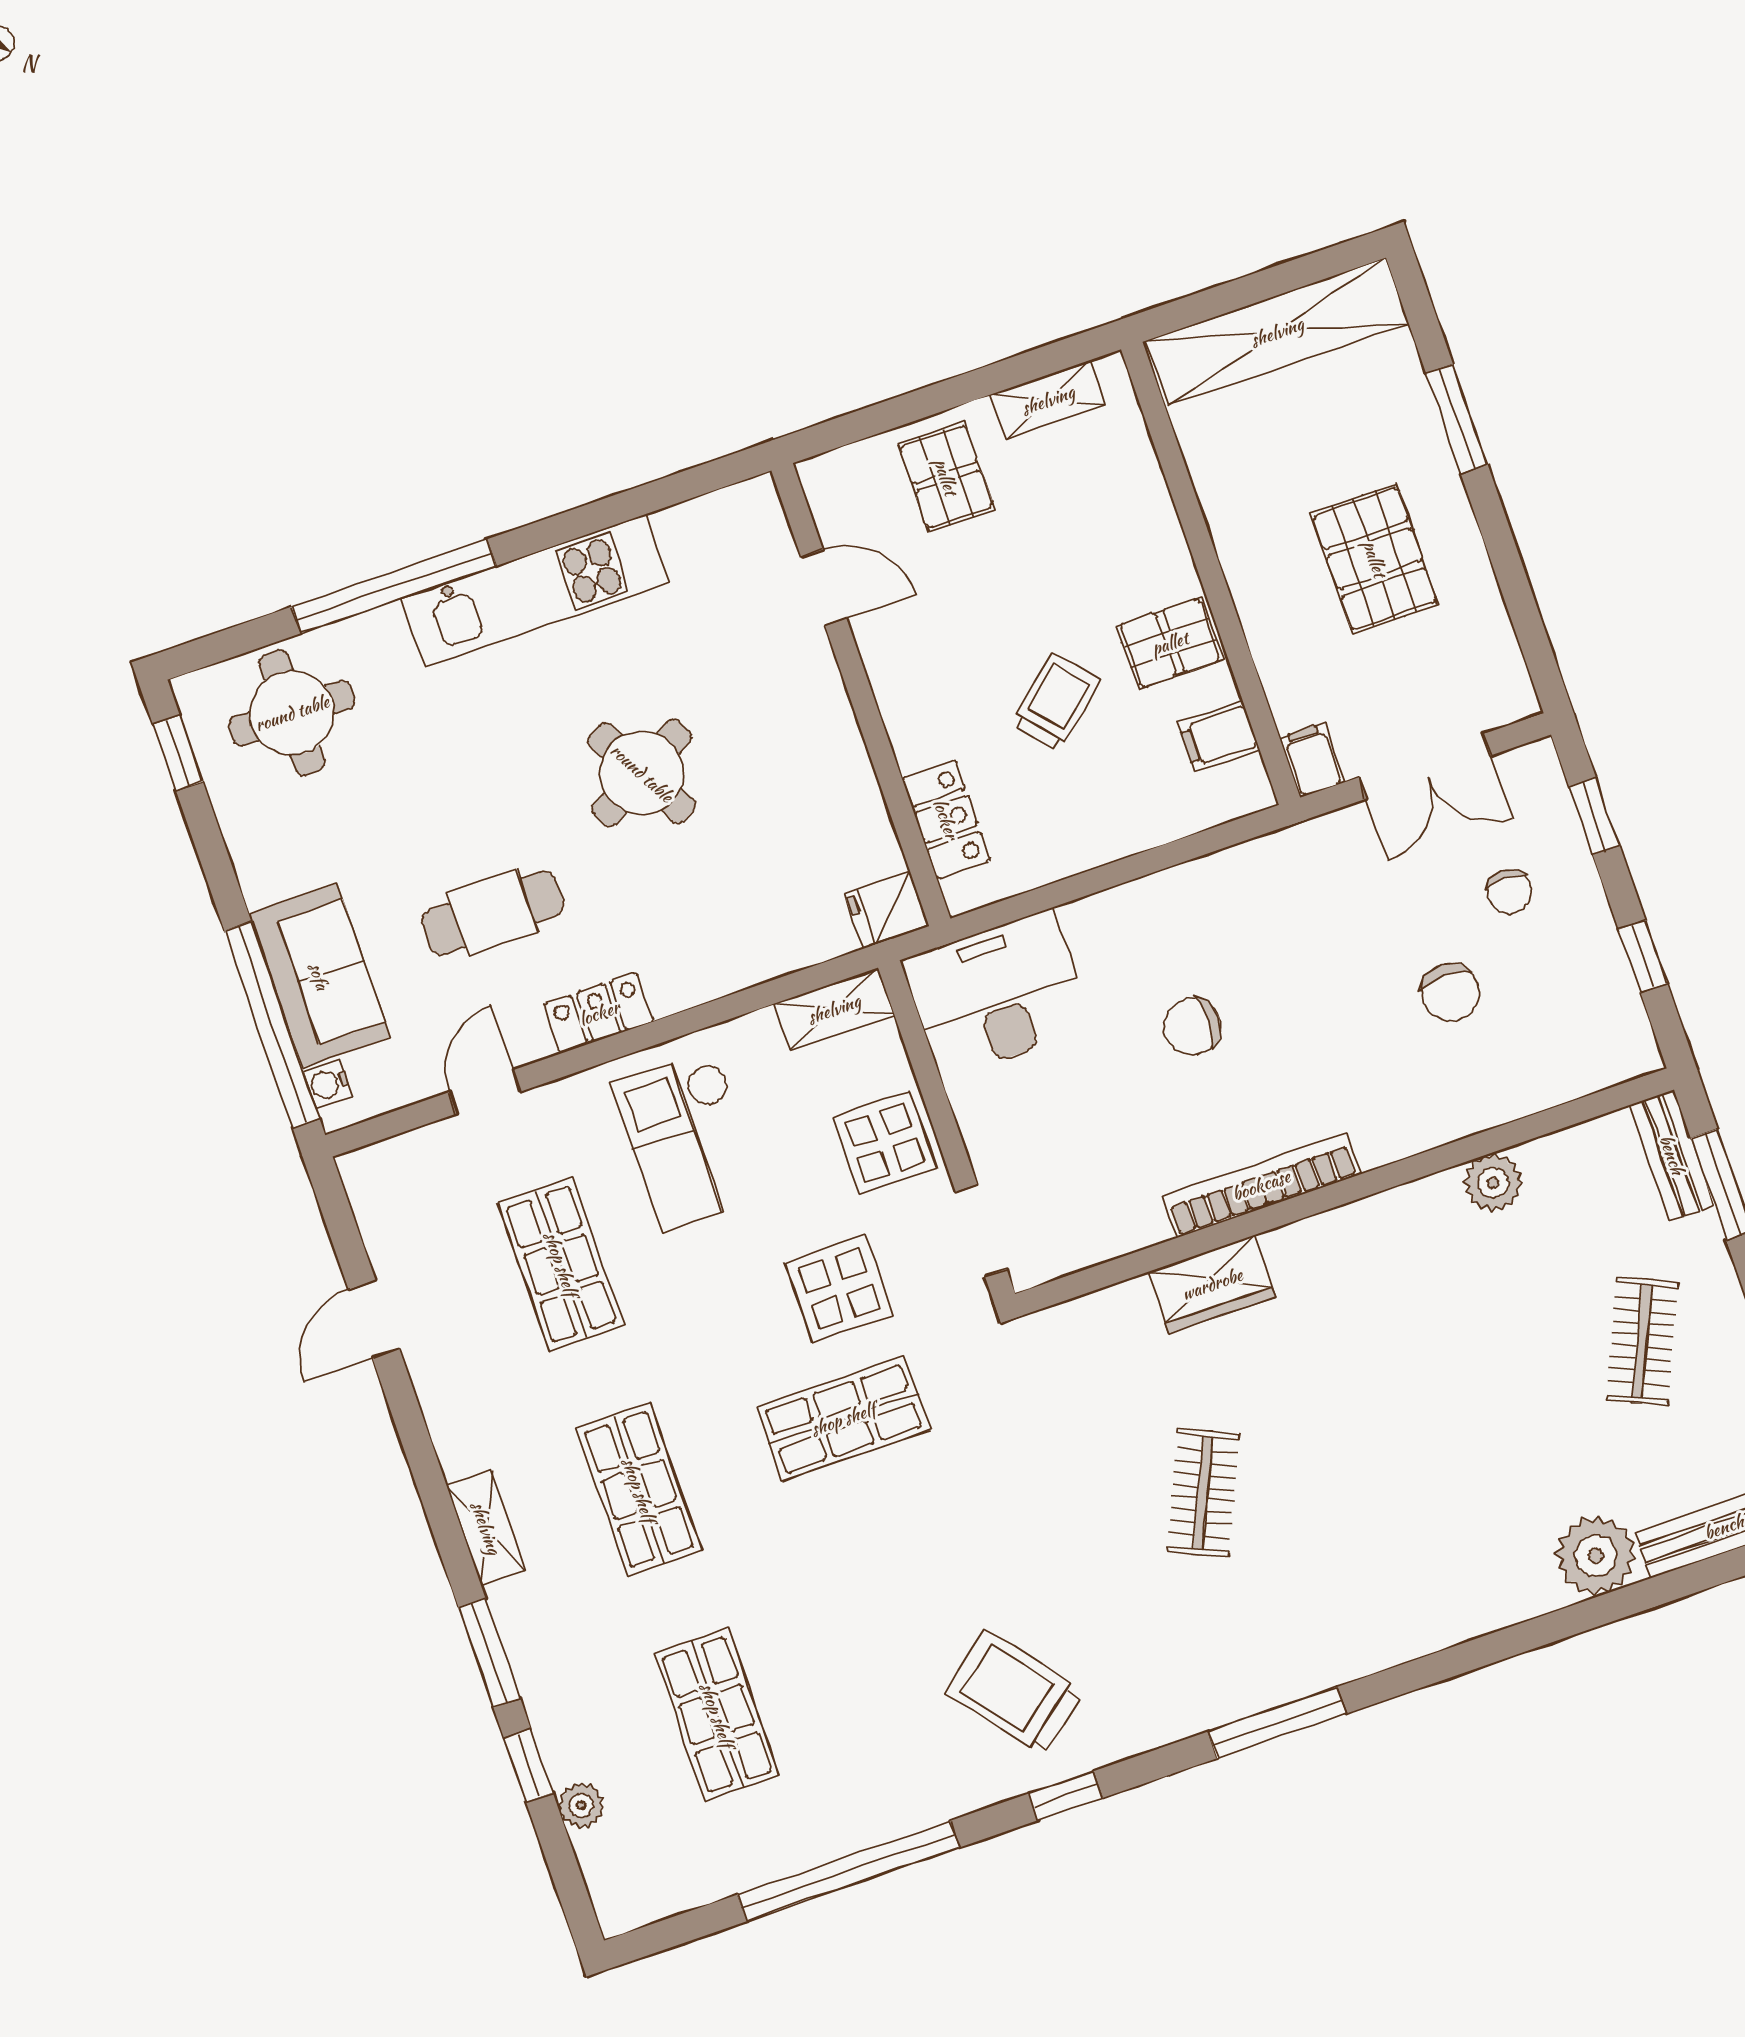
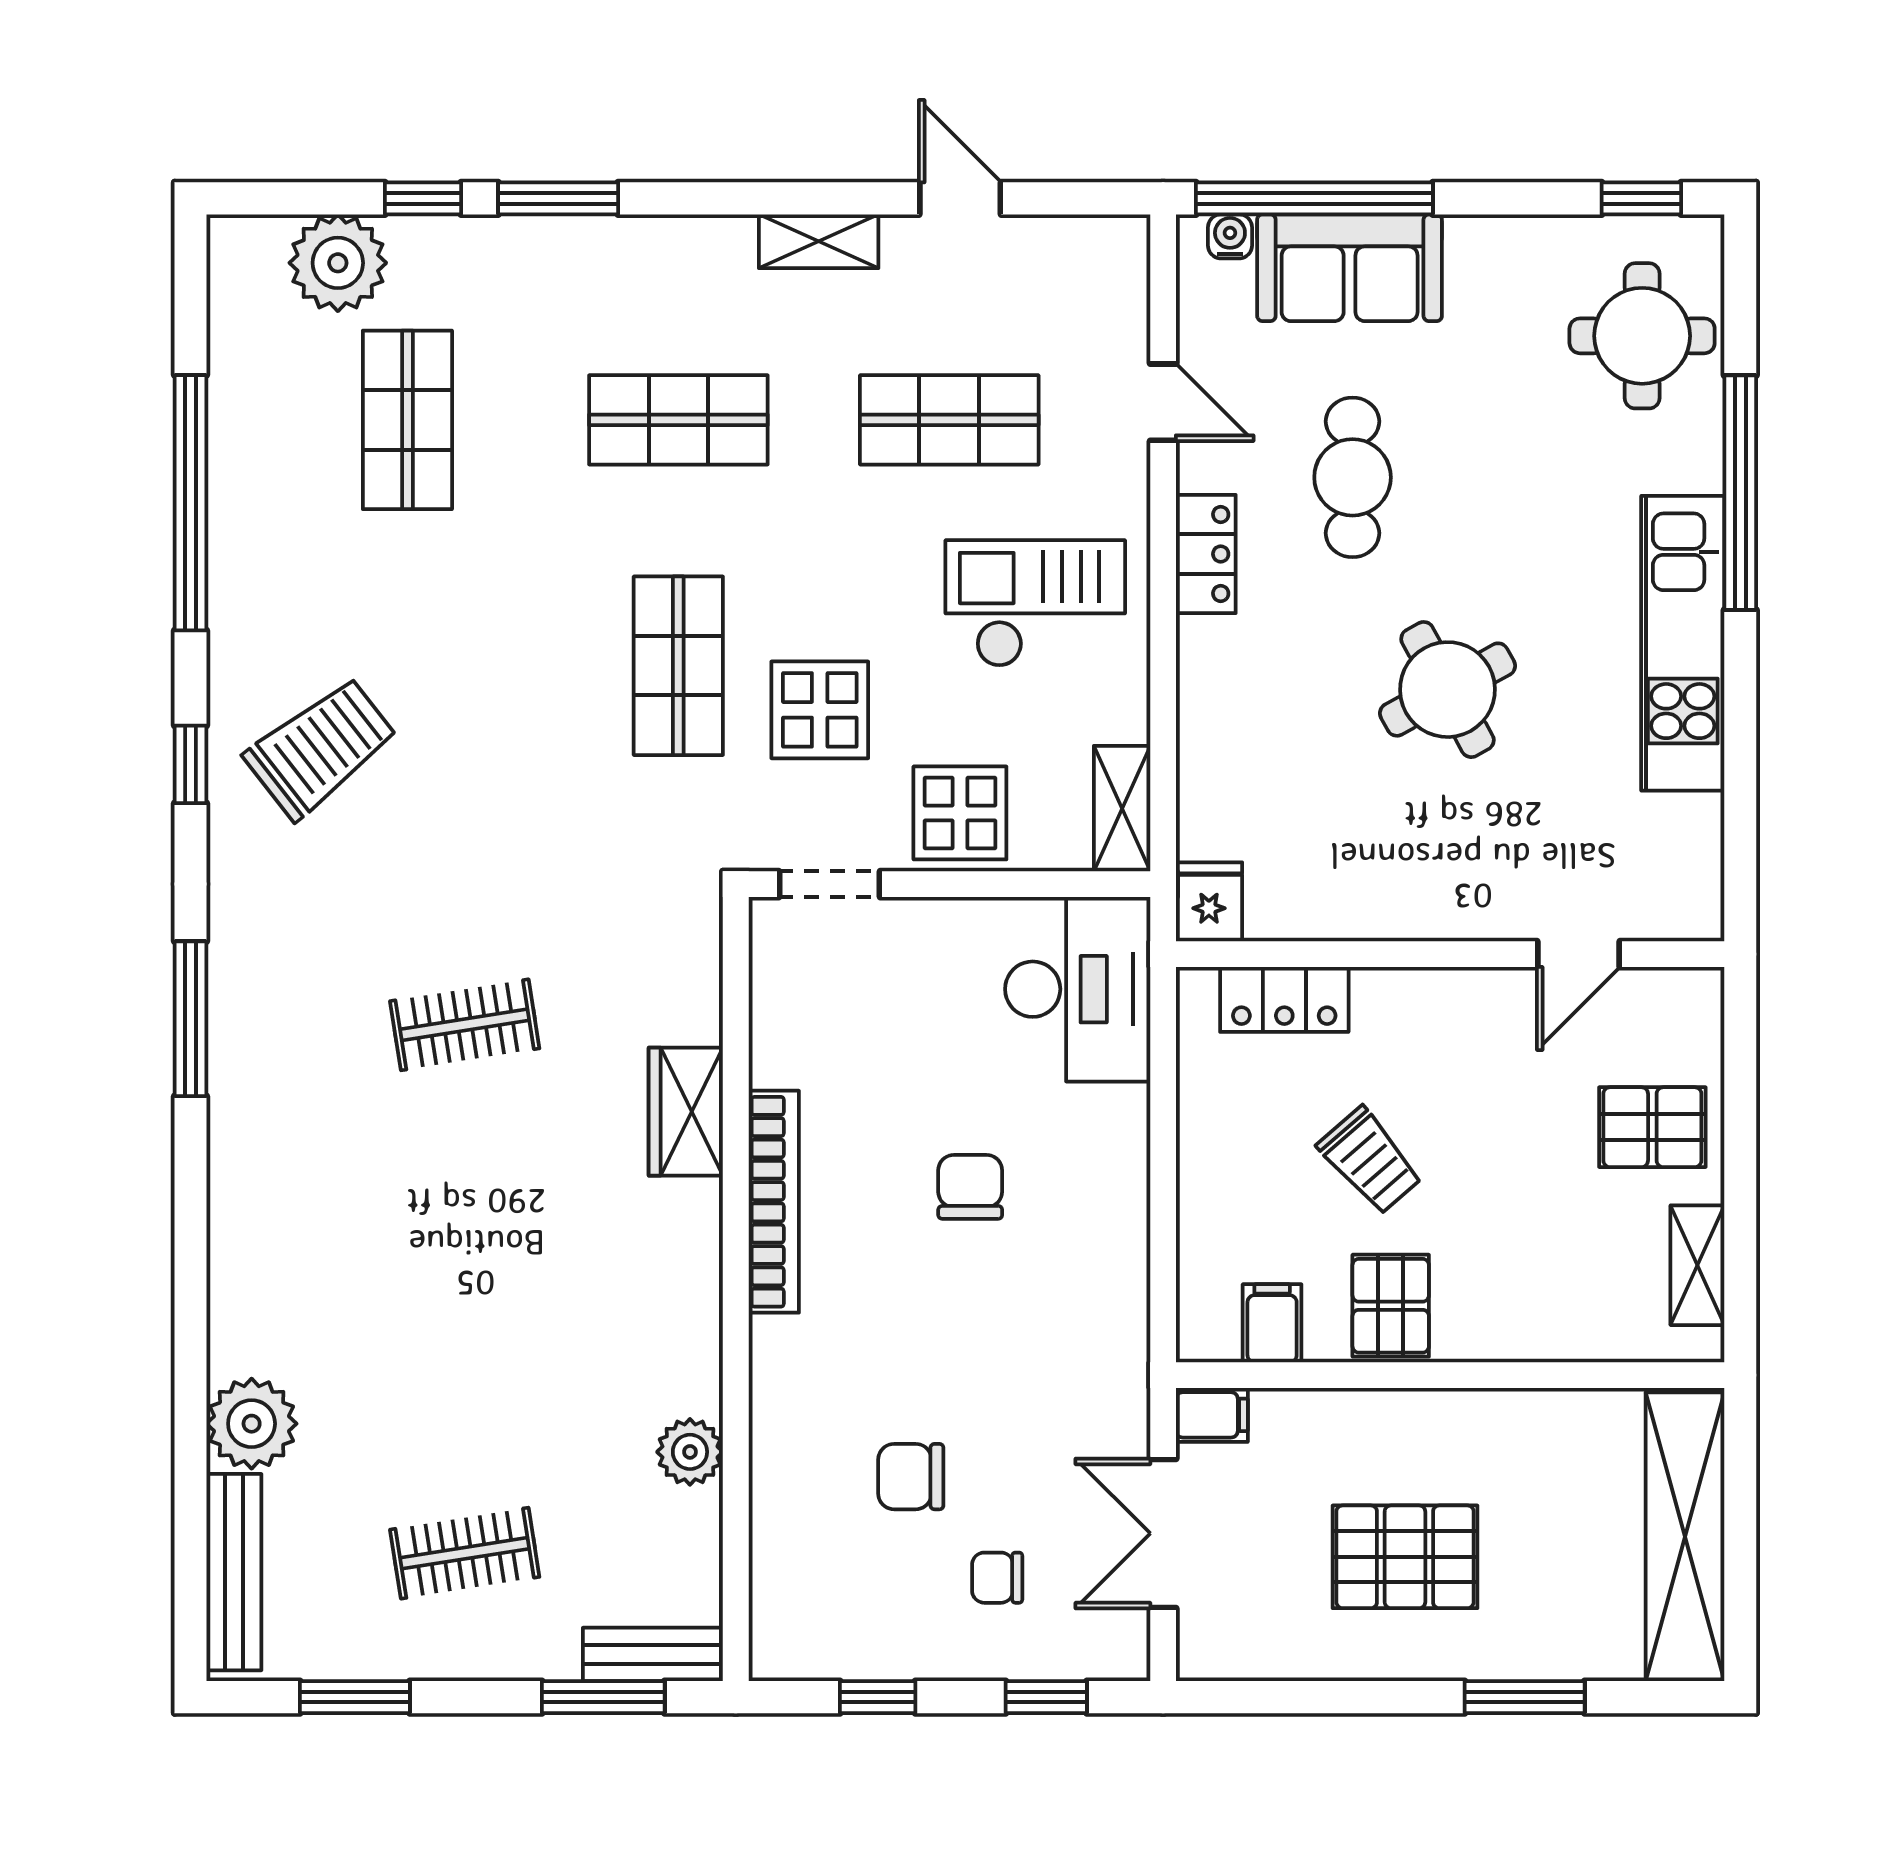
clothes rail: (1642, 1341) -> (465, 1553), turned -33
clothes rail: (1203, 1493) -> (465, 1025), turned -33
shelving: (486, 1528) -> (819, 241), moved
shop shelf: (717, 1715) -> (407, 420), turned 90
plant: (581, 1805) -> (338, 263), width x1.87, depth x1.87

